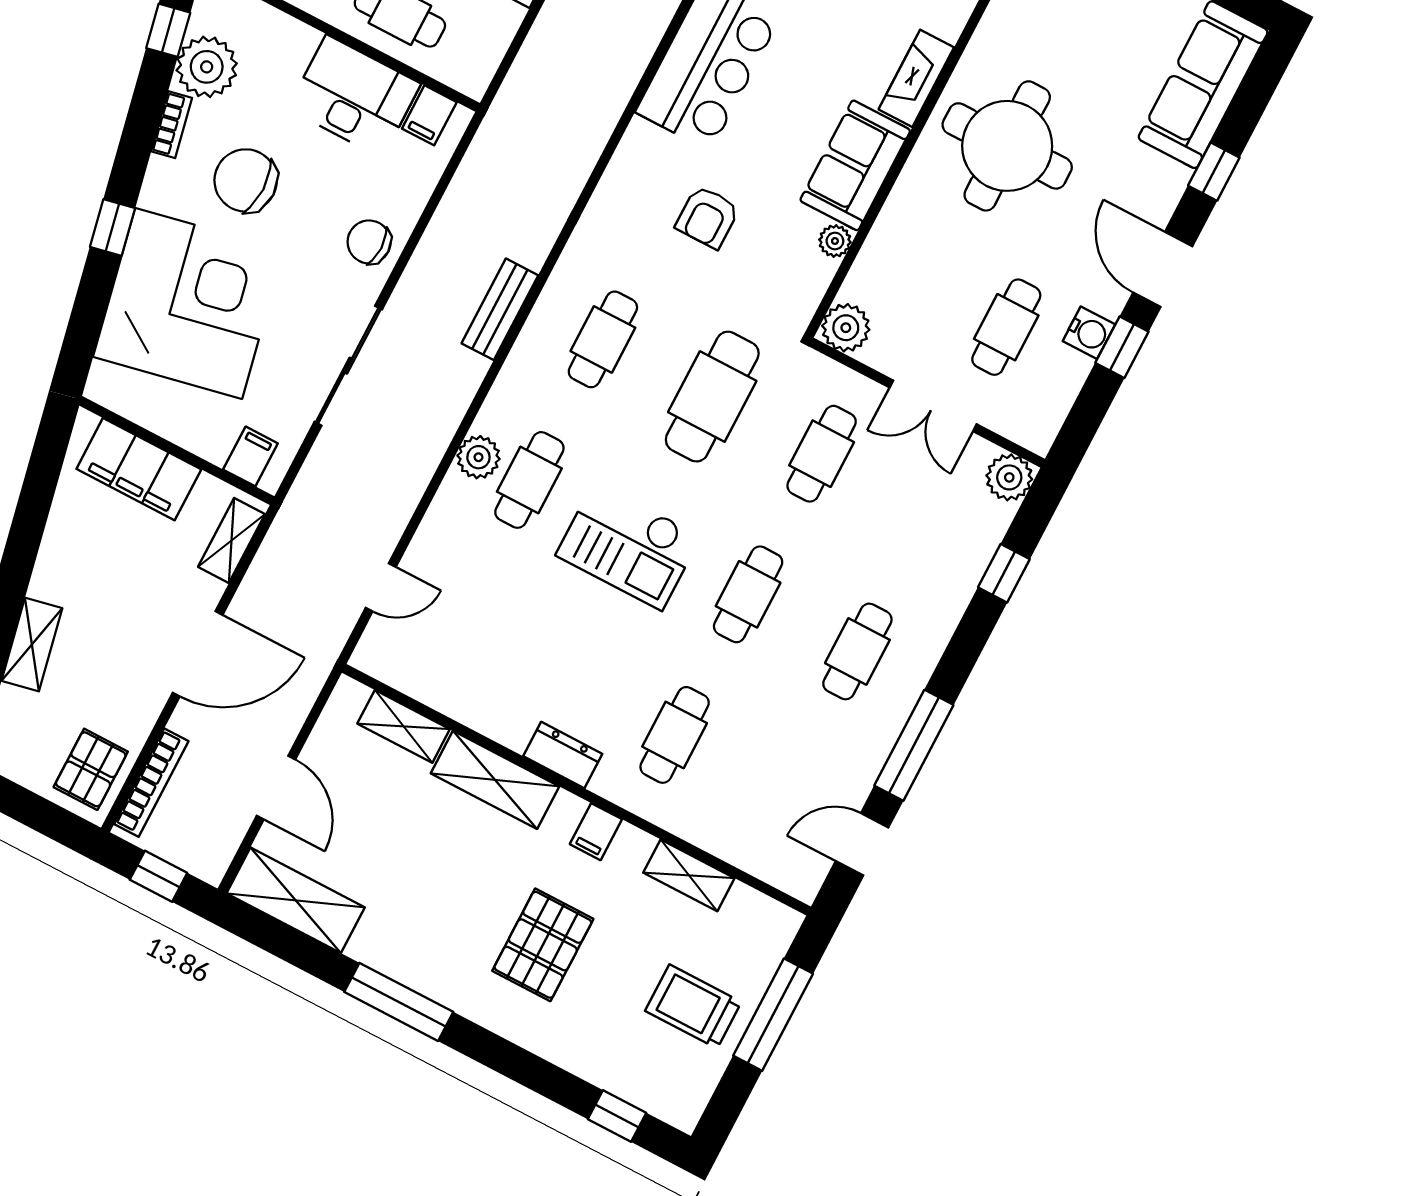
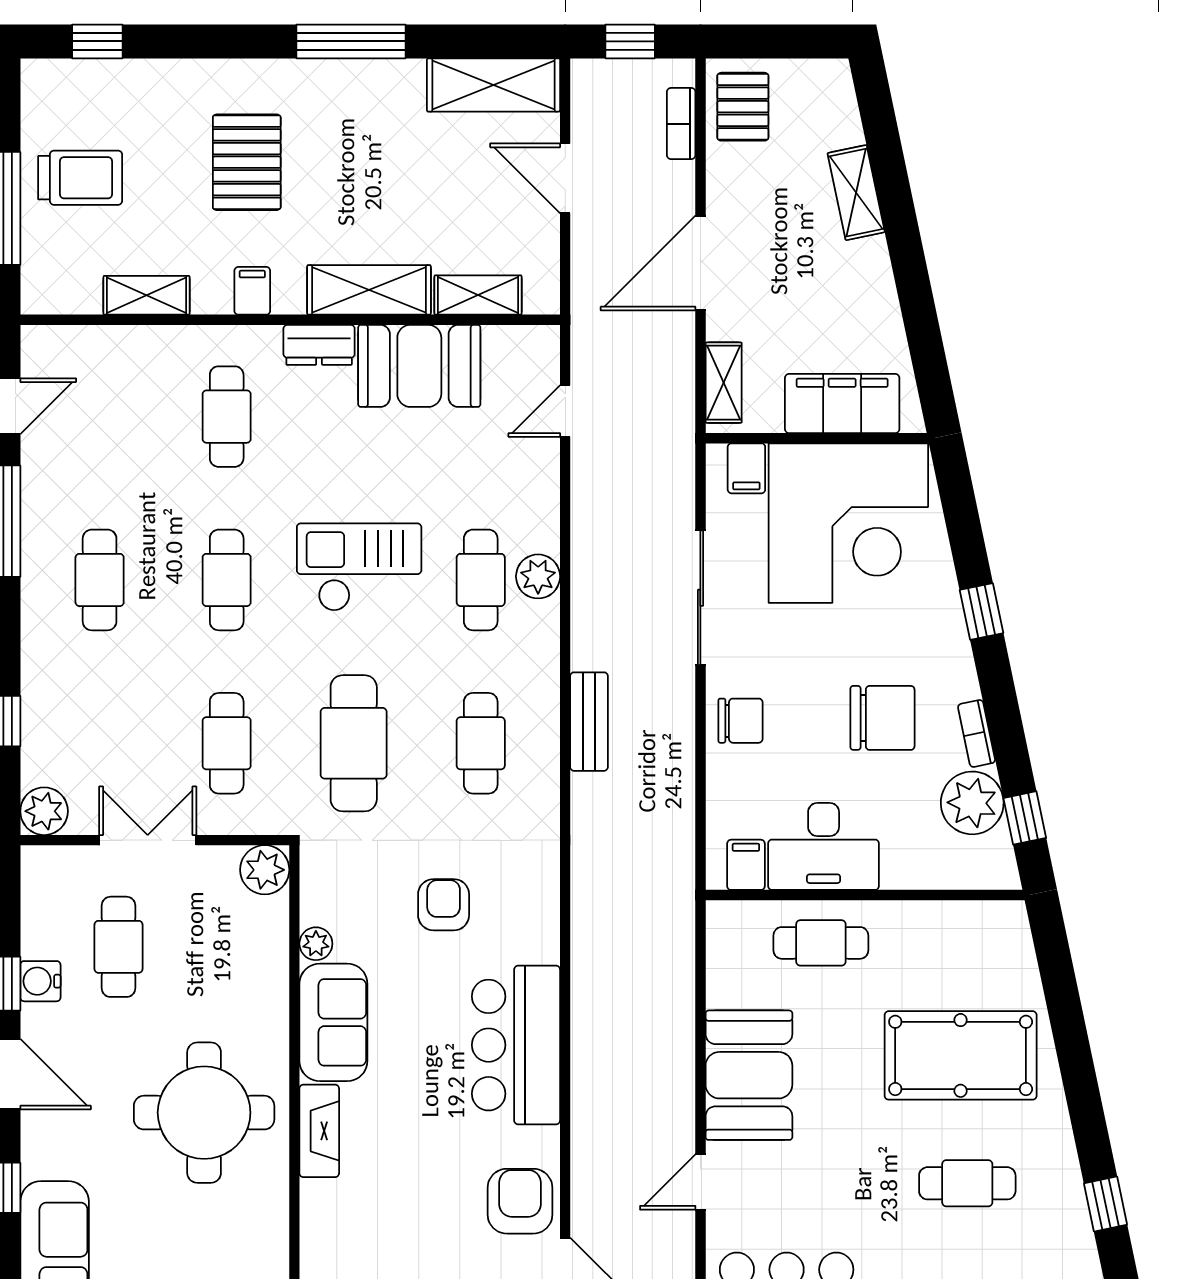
corner desk: (189, 303) -> (848, 523), moved, turned -78
booth: (486, 692) -> (419, 366), added
bookcase: (151, 783) -> (681, 124), width x0.64

